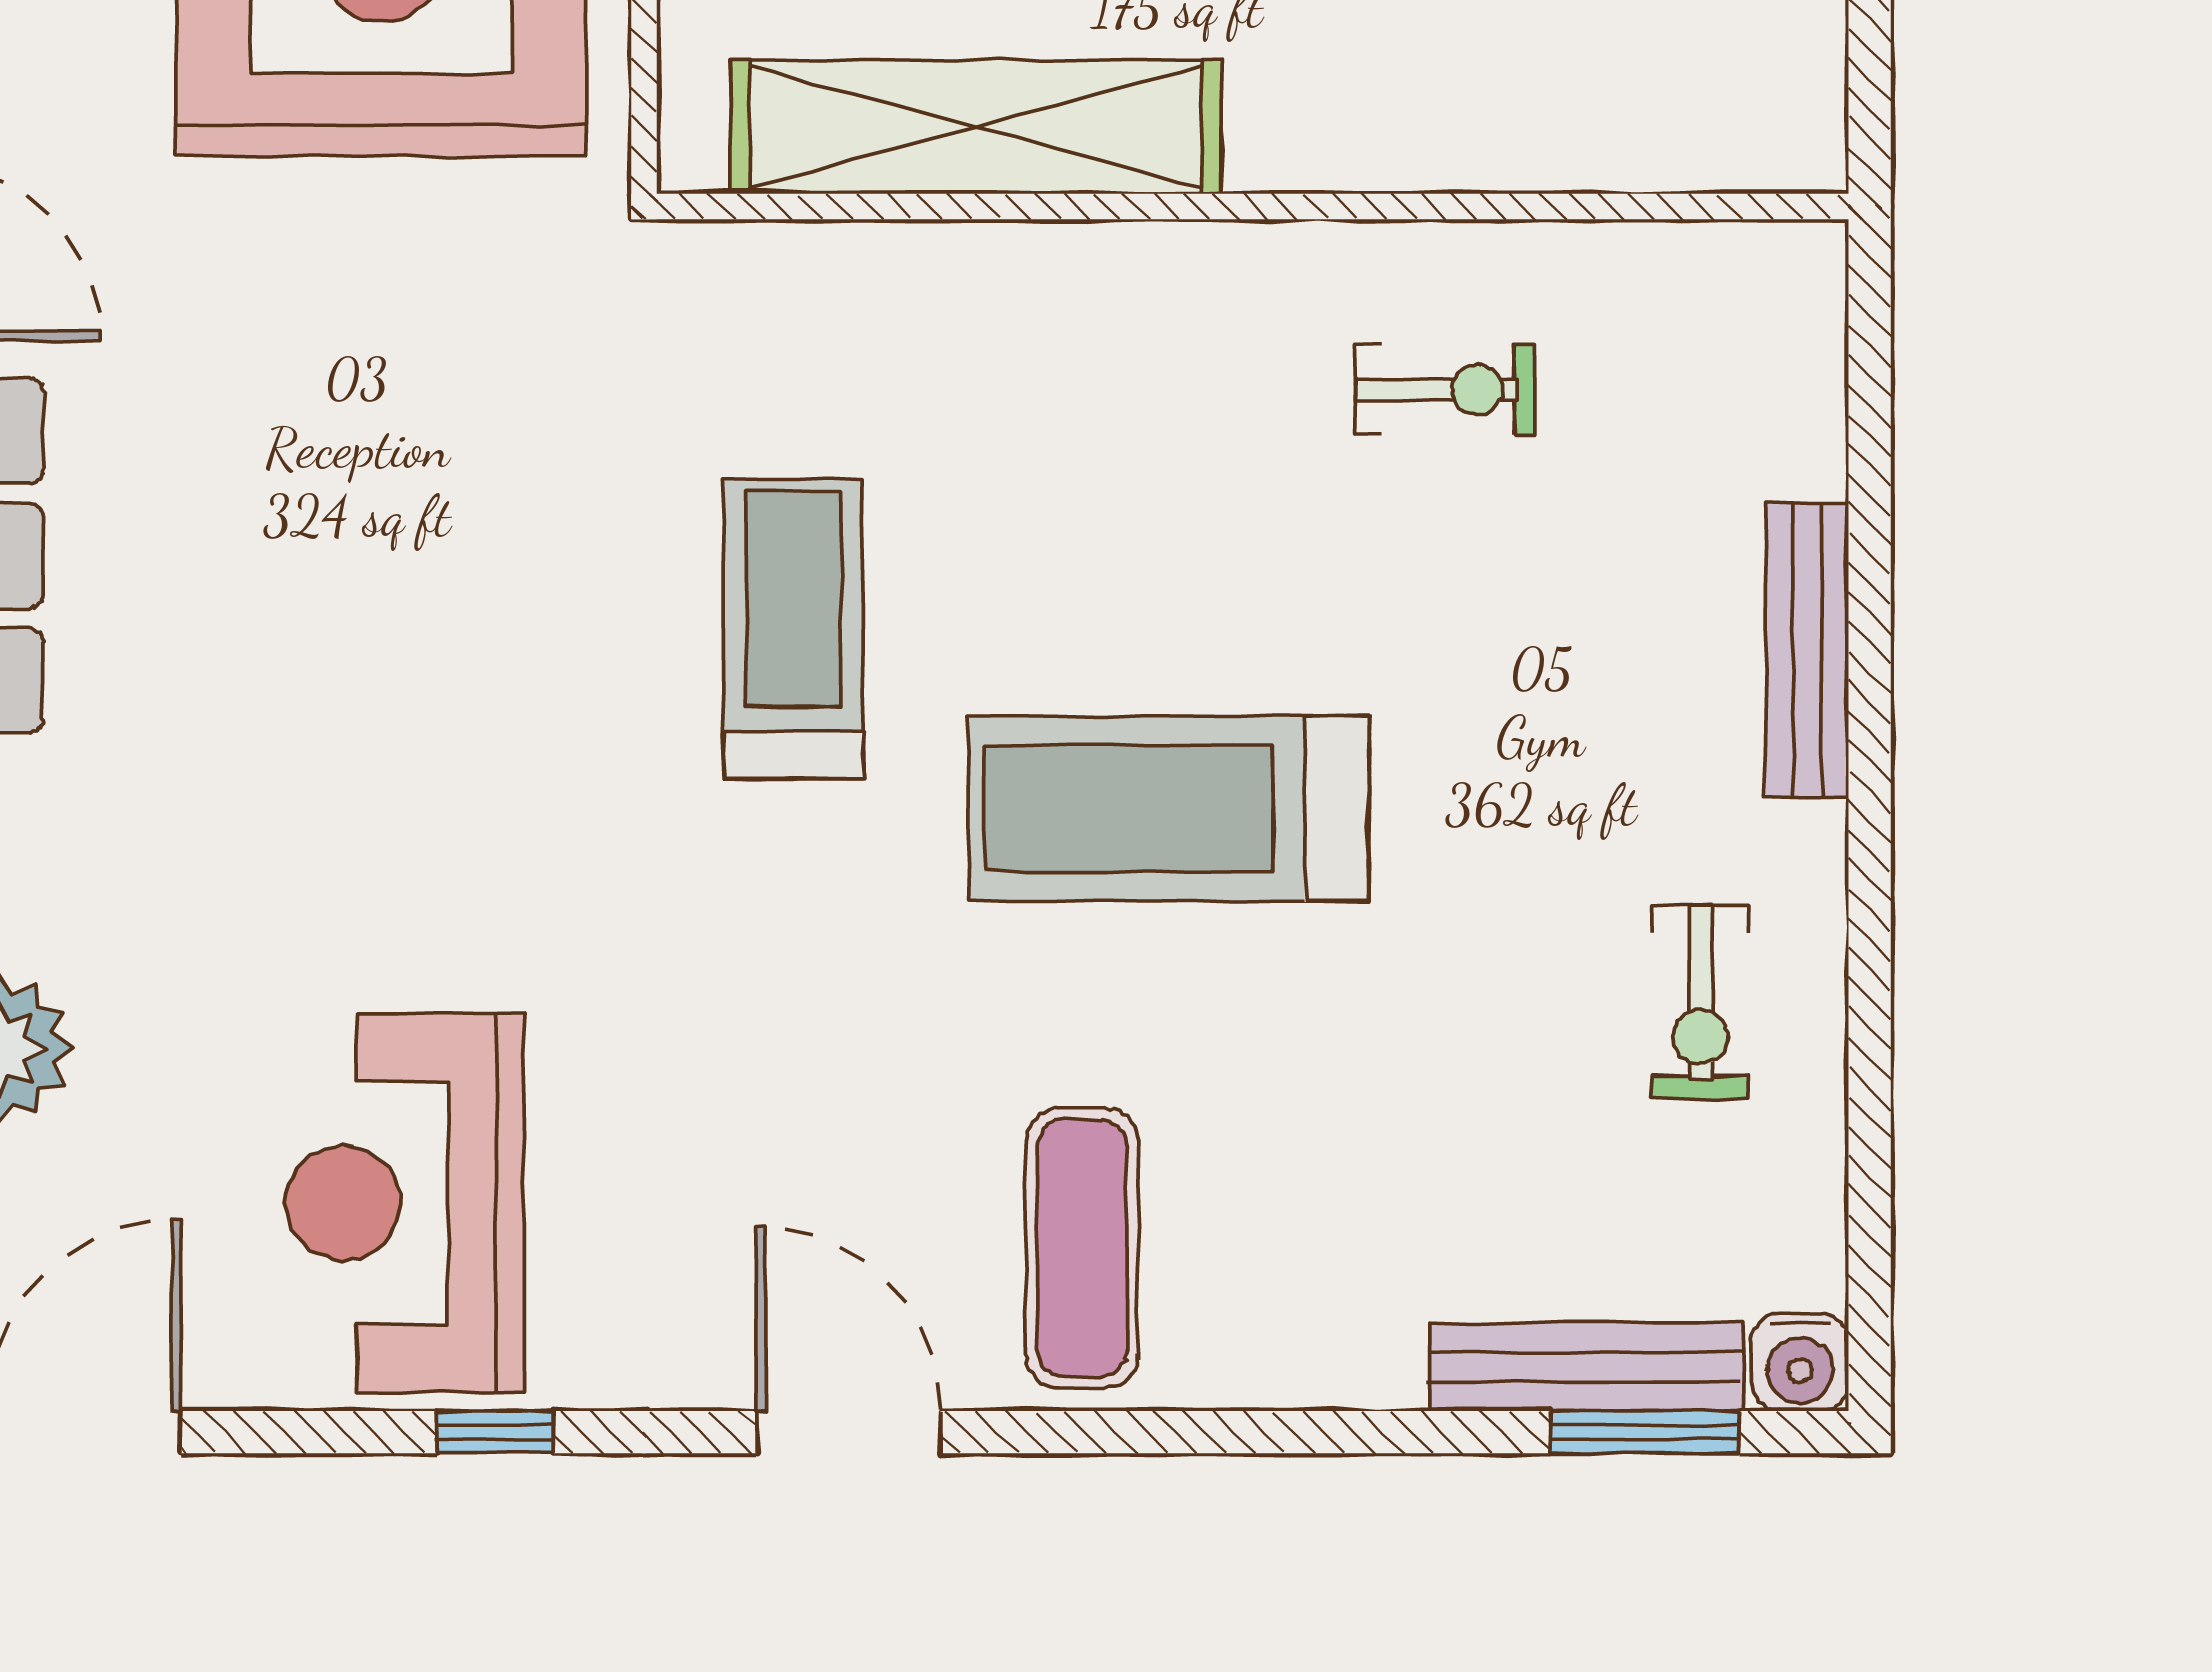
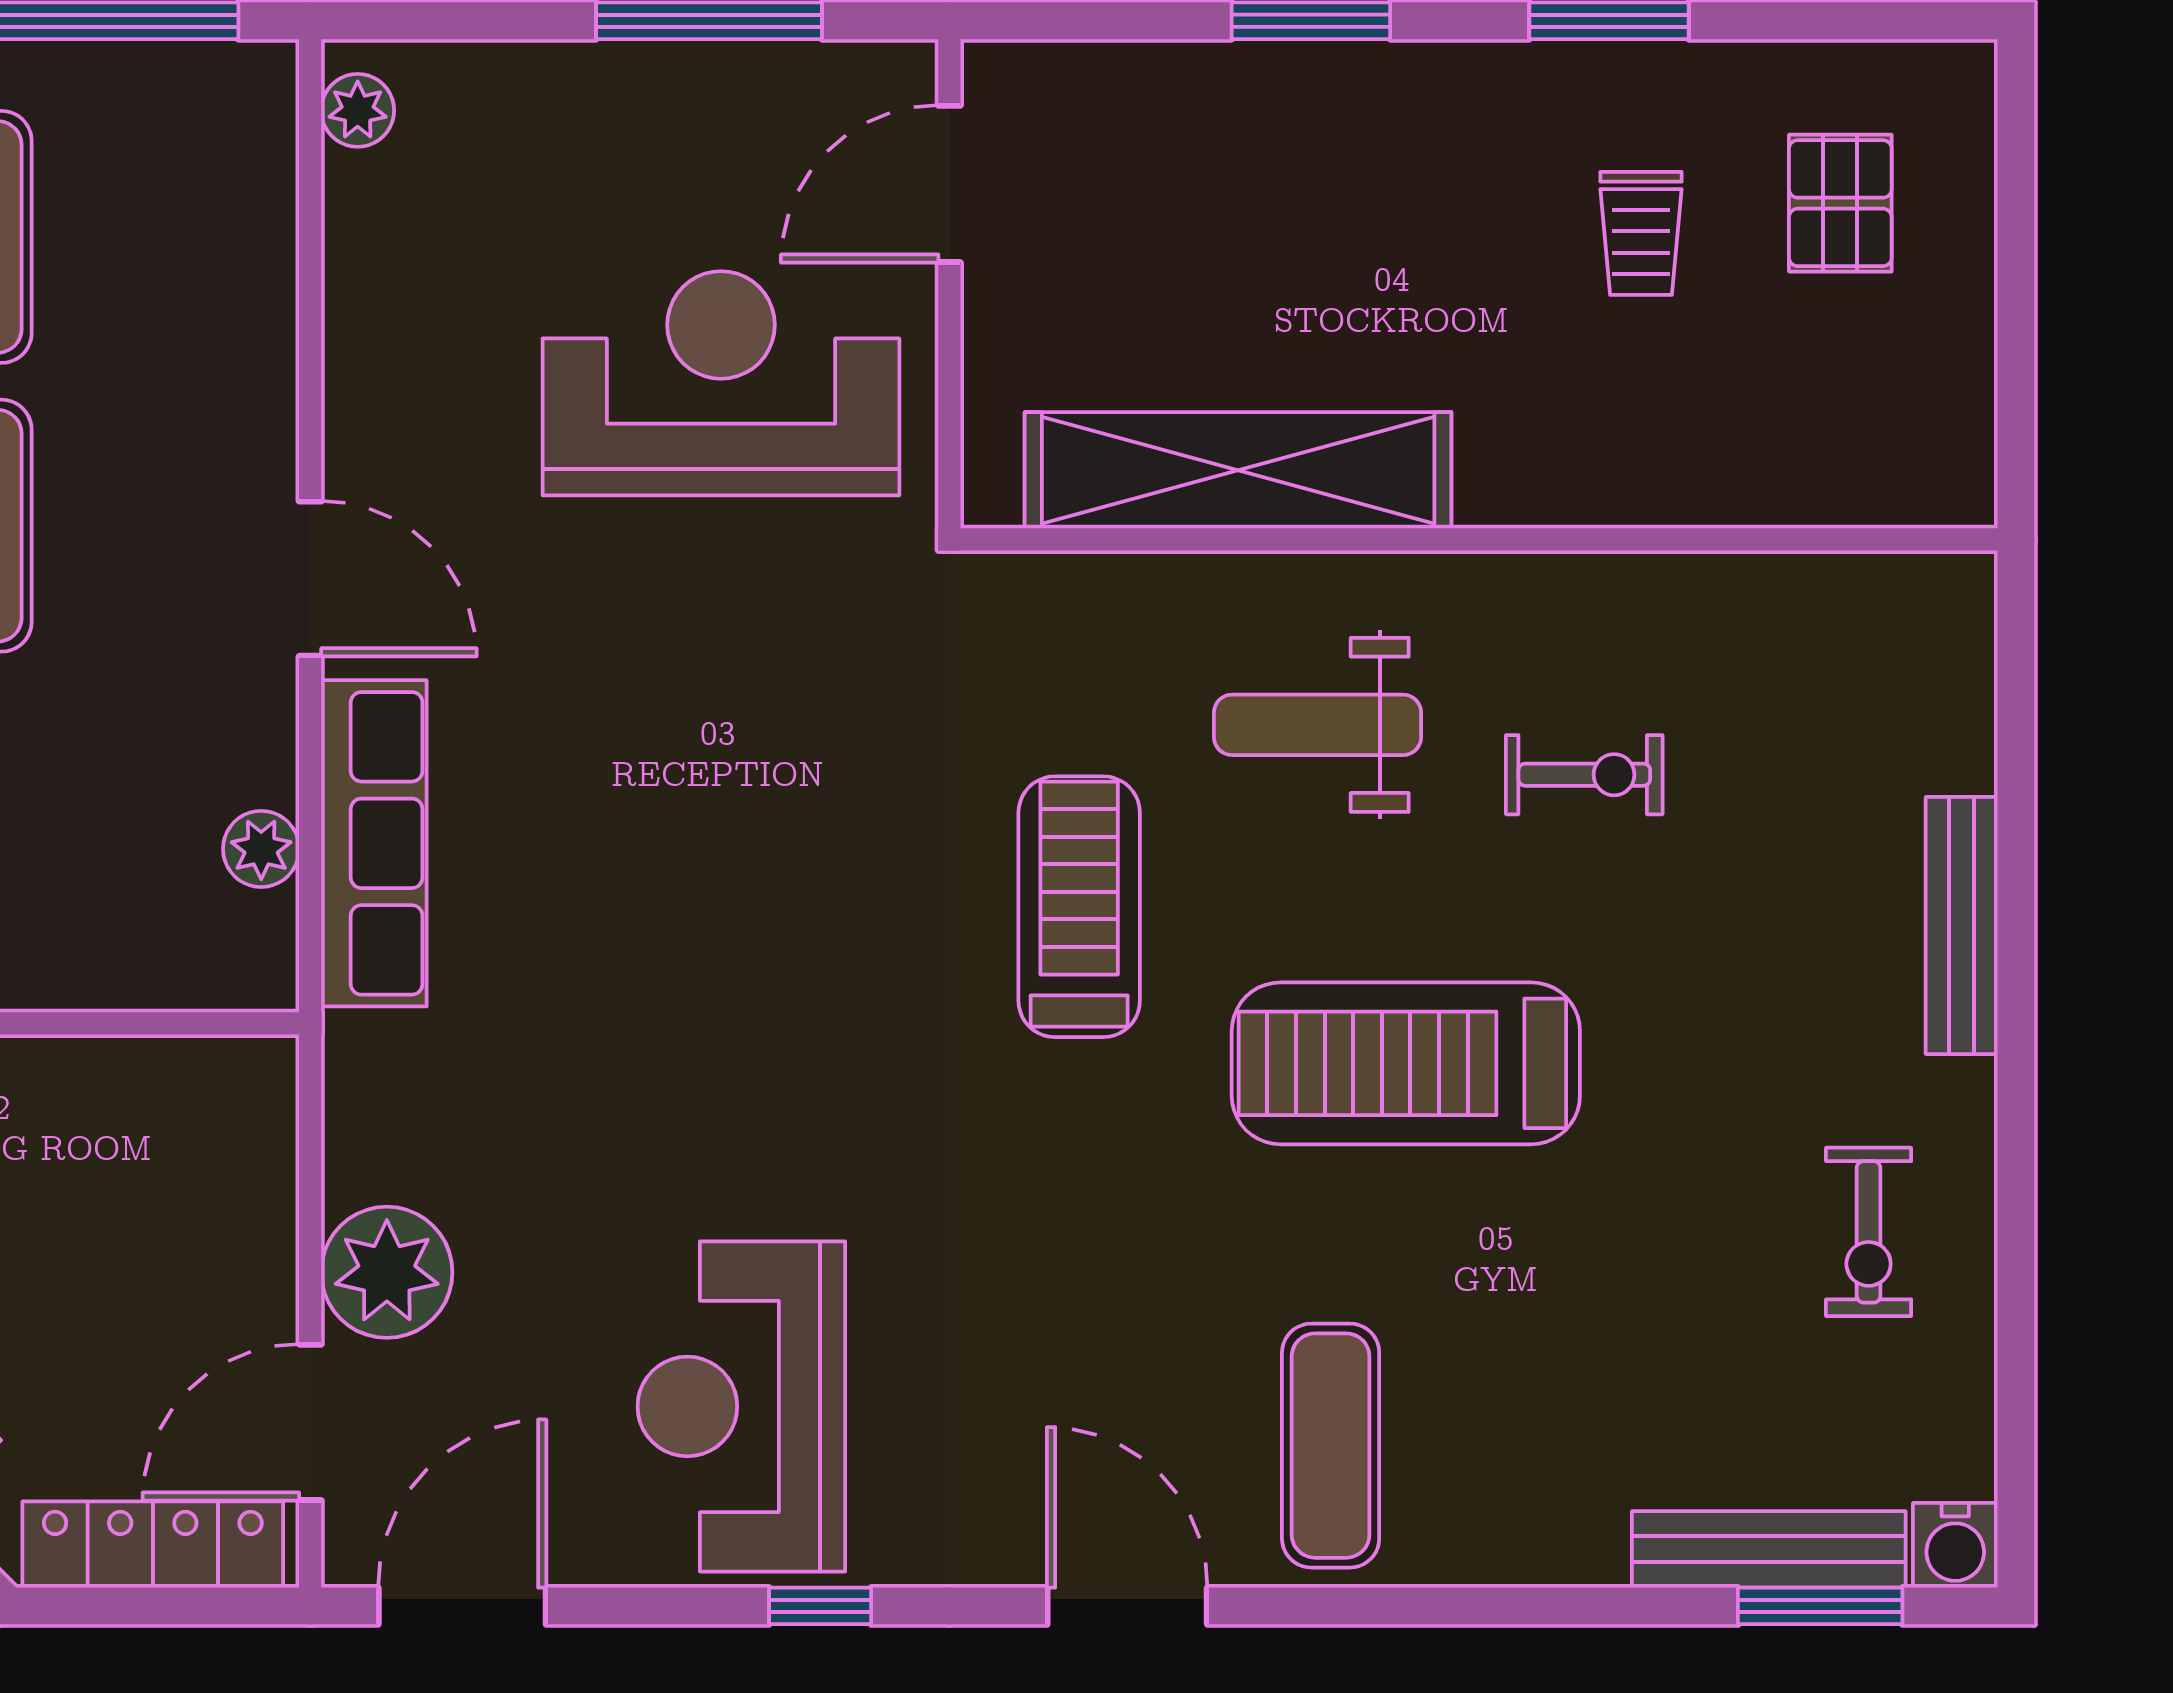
exercise bike: (1445, 390) -> (1584, 775), moved
weight bench: (1067, 420) -> (1318, 725), added

